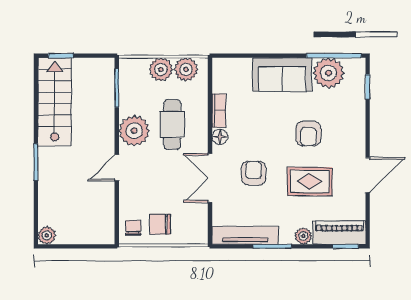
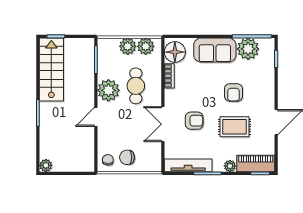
floor lamp: (220, 137) -> (175, 52), moved, width x1.89, depth x1.89
armchair: (254, 173) -> (194, 121), turned 90

